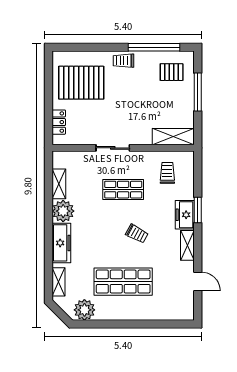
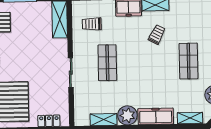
trolley: (137, 234) -> (157, 34), moved
shop shelf: (123, 282) -> (189, 61), width x0.70, depth x0.74

